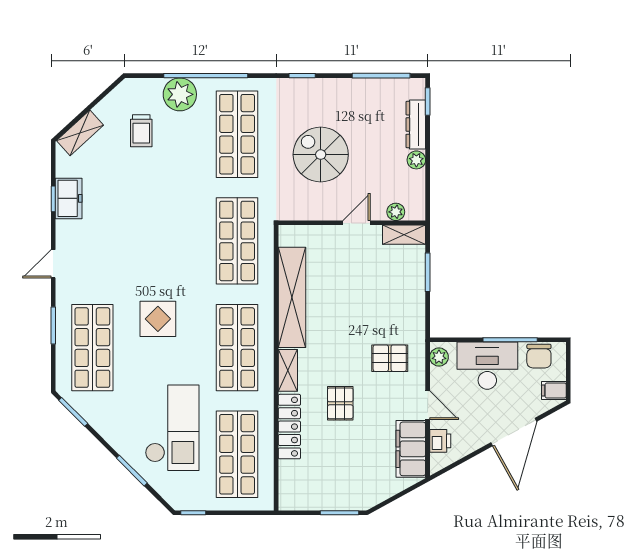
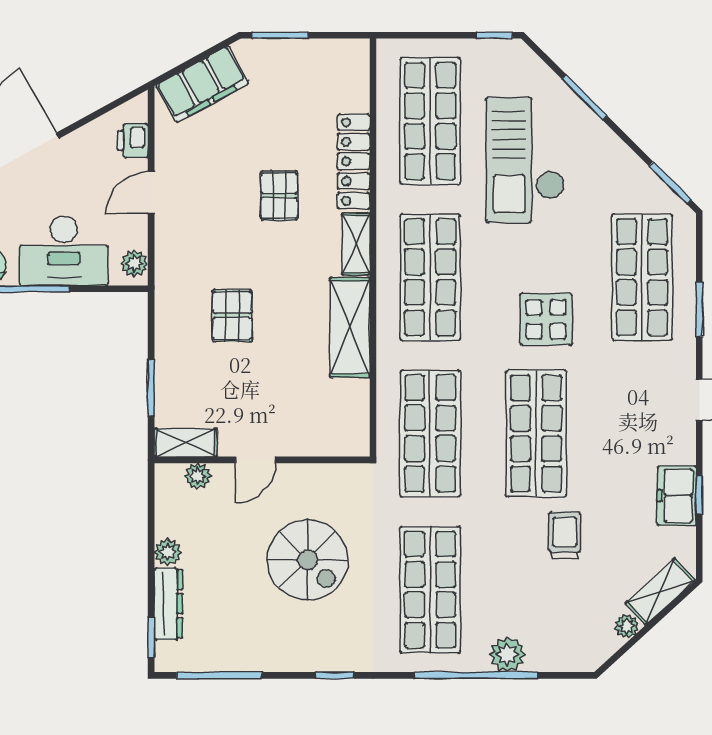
plant: (180, 94) -> (507, 654), width x0.73, depth x0.73
plant: (103, 109) -> (627, 626), added
trolley: (141, 131) -> (565, 535), moved
shop shelf: (165, 241) -> (536, 433), added
shelving: (292, 297) -> (350, 327), width x0.68
pallet: (390, 358) -> (232, 316), moved, turned 90
door: (428, 405) -> (151, 193), hinge flipped
filing cabinet: (411, 449) -> (202, 84), moved, turned 61

